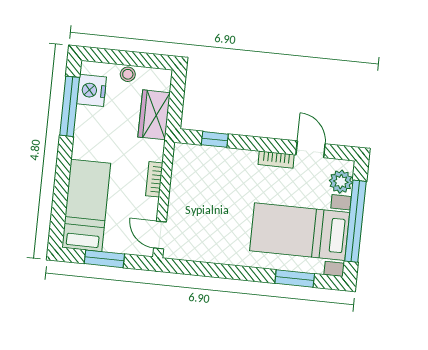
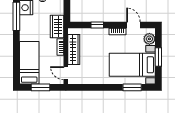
wardrobe: (154, 115) -> (57, 26), moved
window: (215, 139) -> (97, 25), moved
wardrobe: (182, 187) -> (74, 50), added
window: (355, 221) -> (158, 57), width x0.47

